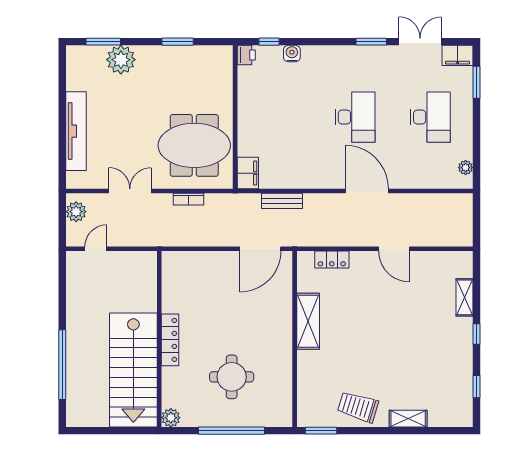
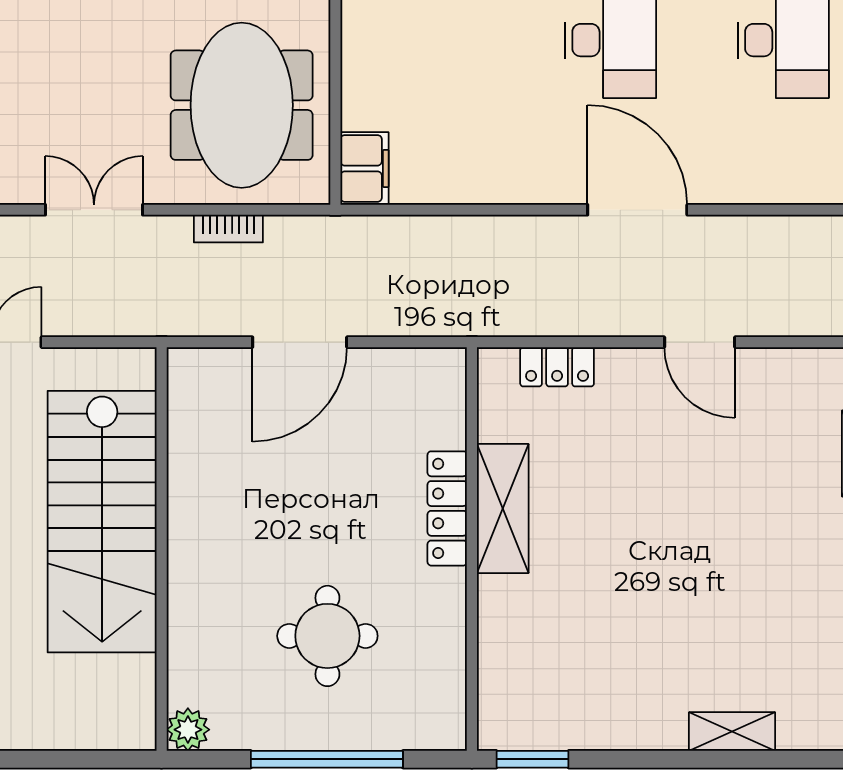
meeting table: (194, 145) -> (242, 105), turned 90
bench: (282, 201) -> (443, 233), removed
door: (260, 249) -> (300, 342), moved
locker: (170, 340) -> (447, 508), moved, turned 180
stairs: (133, 370) -> (102, 522), moved
trolley: (358, 407) -> (617, 705), removed

